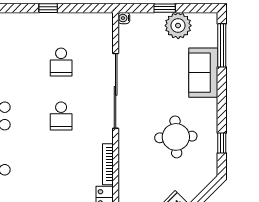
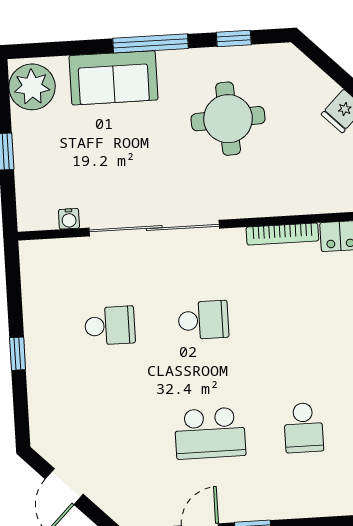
water cooler: (124, 18) -> (69, 219), moved
plant: (178, 26) -> (32, 87), moved
window: (222, 45) -> (150, 43), moved

